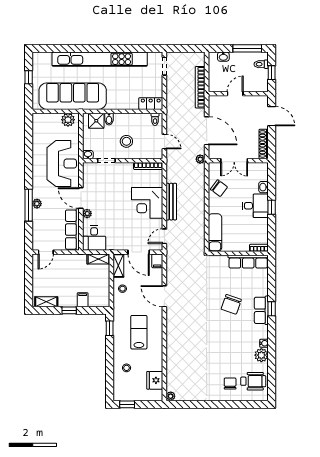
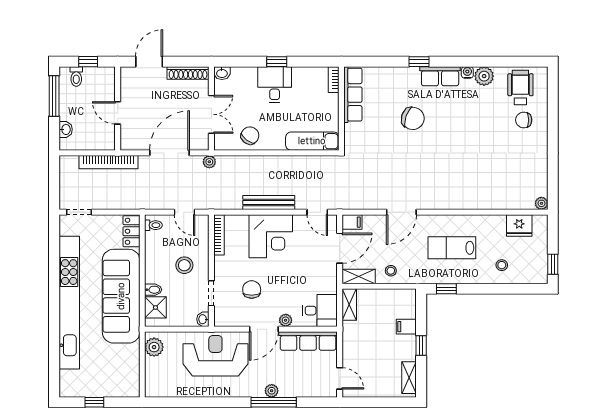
sofa: (73, 96) -> (121, 296), moved
door: (164, 141) -> (185, 212), swing flipped
washbasin: (264, 187) -> (222, 73), moved
chair: (109, 189) -> (252, 290), added
row of seats: (261, 310) -> (440, 76), moved

